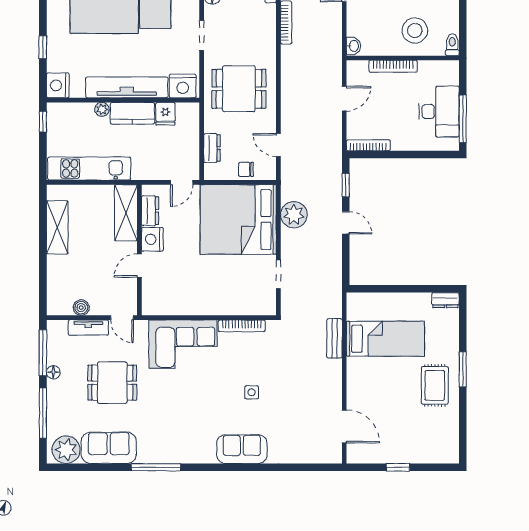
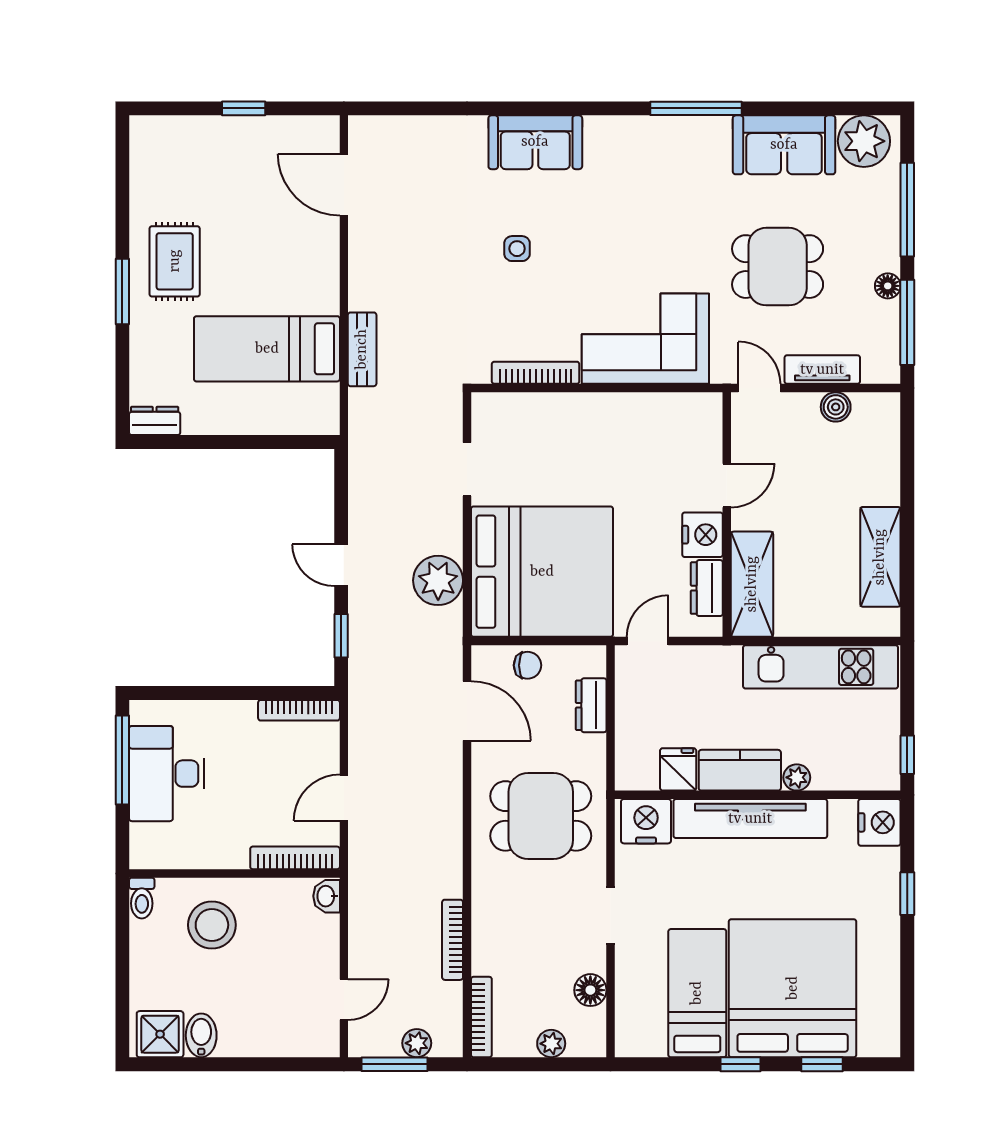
bookcase: (393, 66) -> (295, 858), moved
door: (278, 145) -> (467, 711), width x1.38

